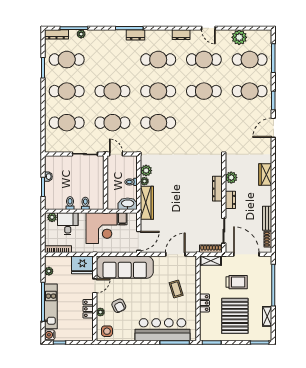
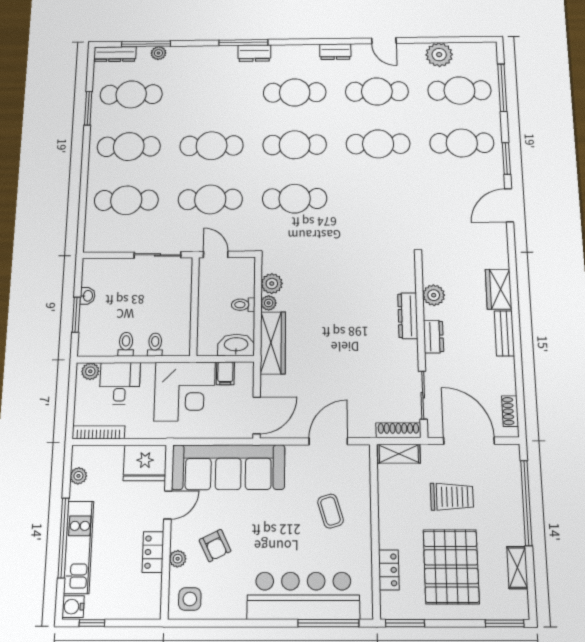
bench: (267, 218) -> (504, 333), moved
locker: (204, 303) -> (389, 570), moved

